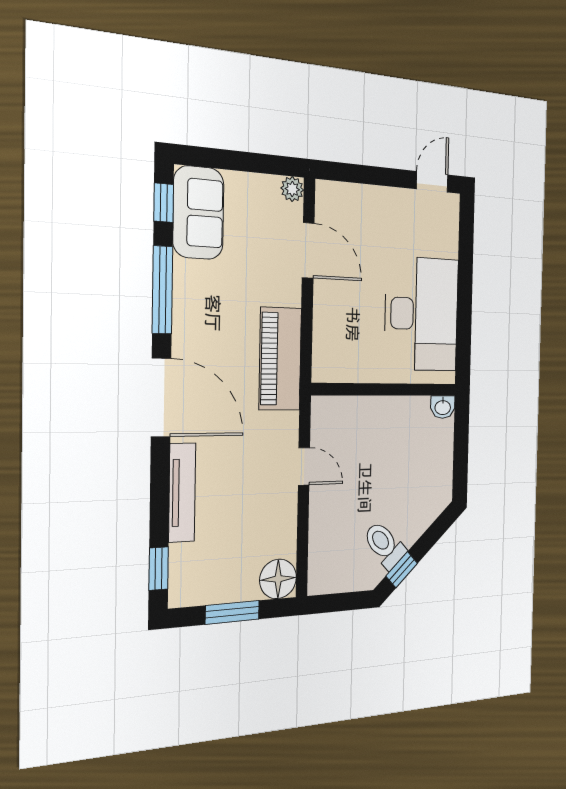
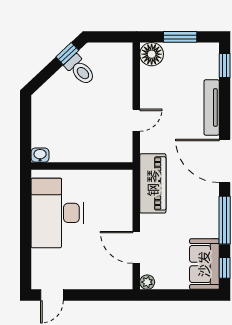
door: (304, 466) -> (136, 120), swing flipped

